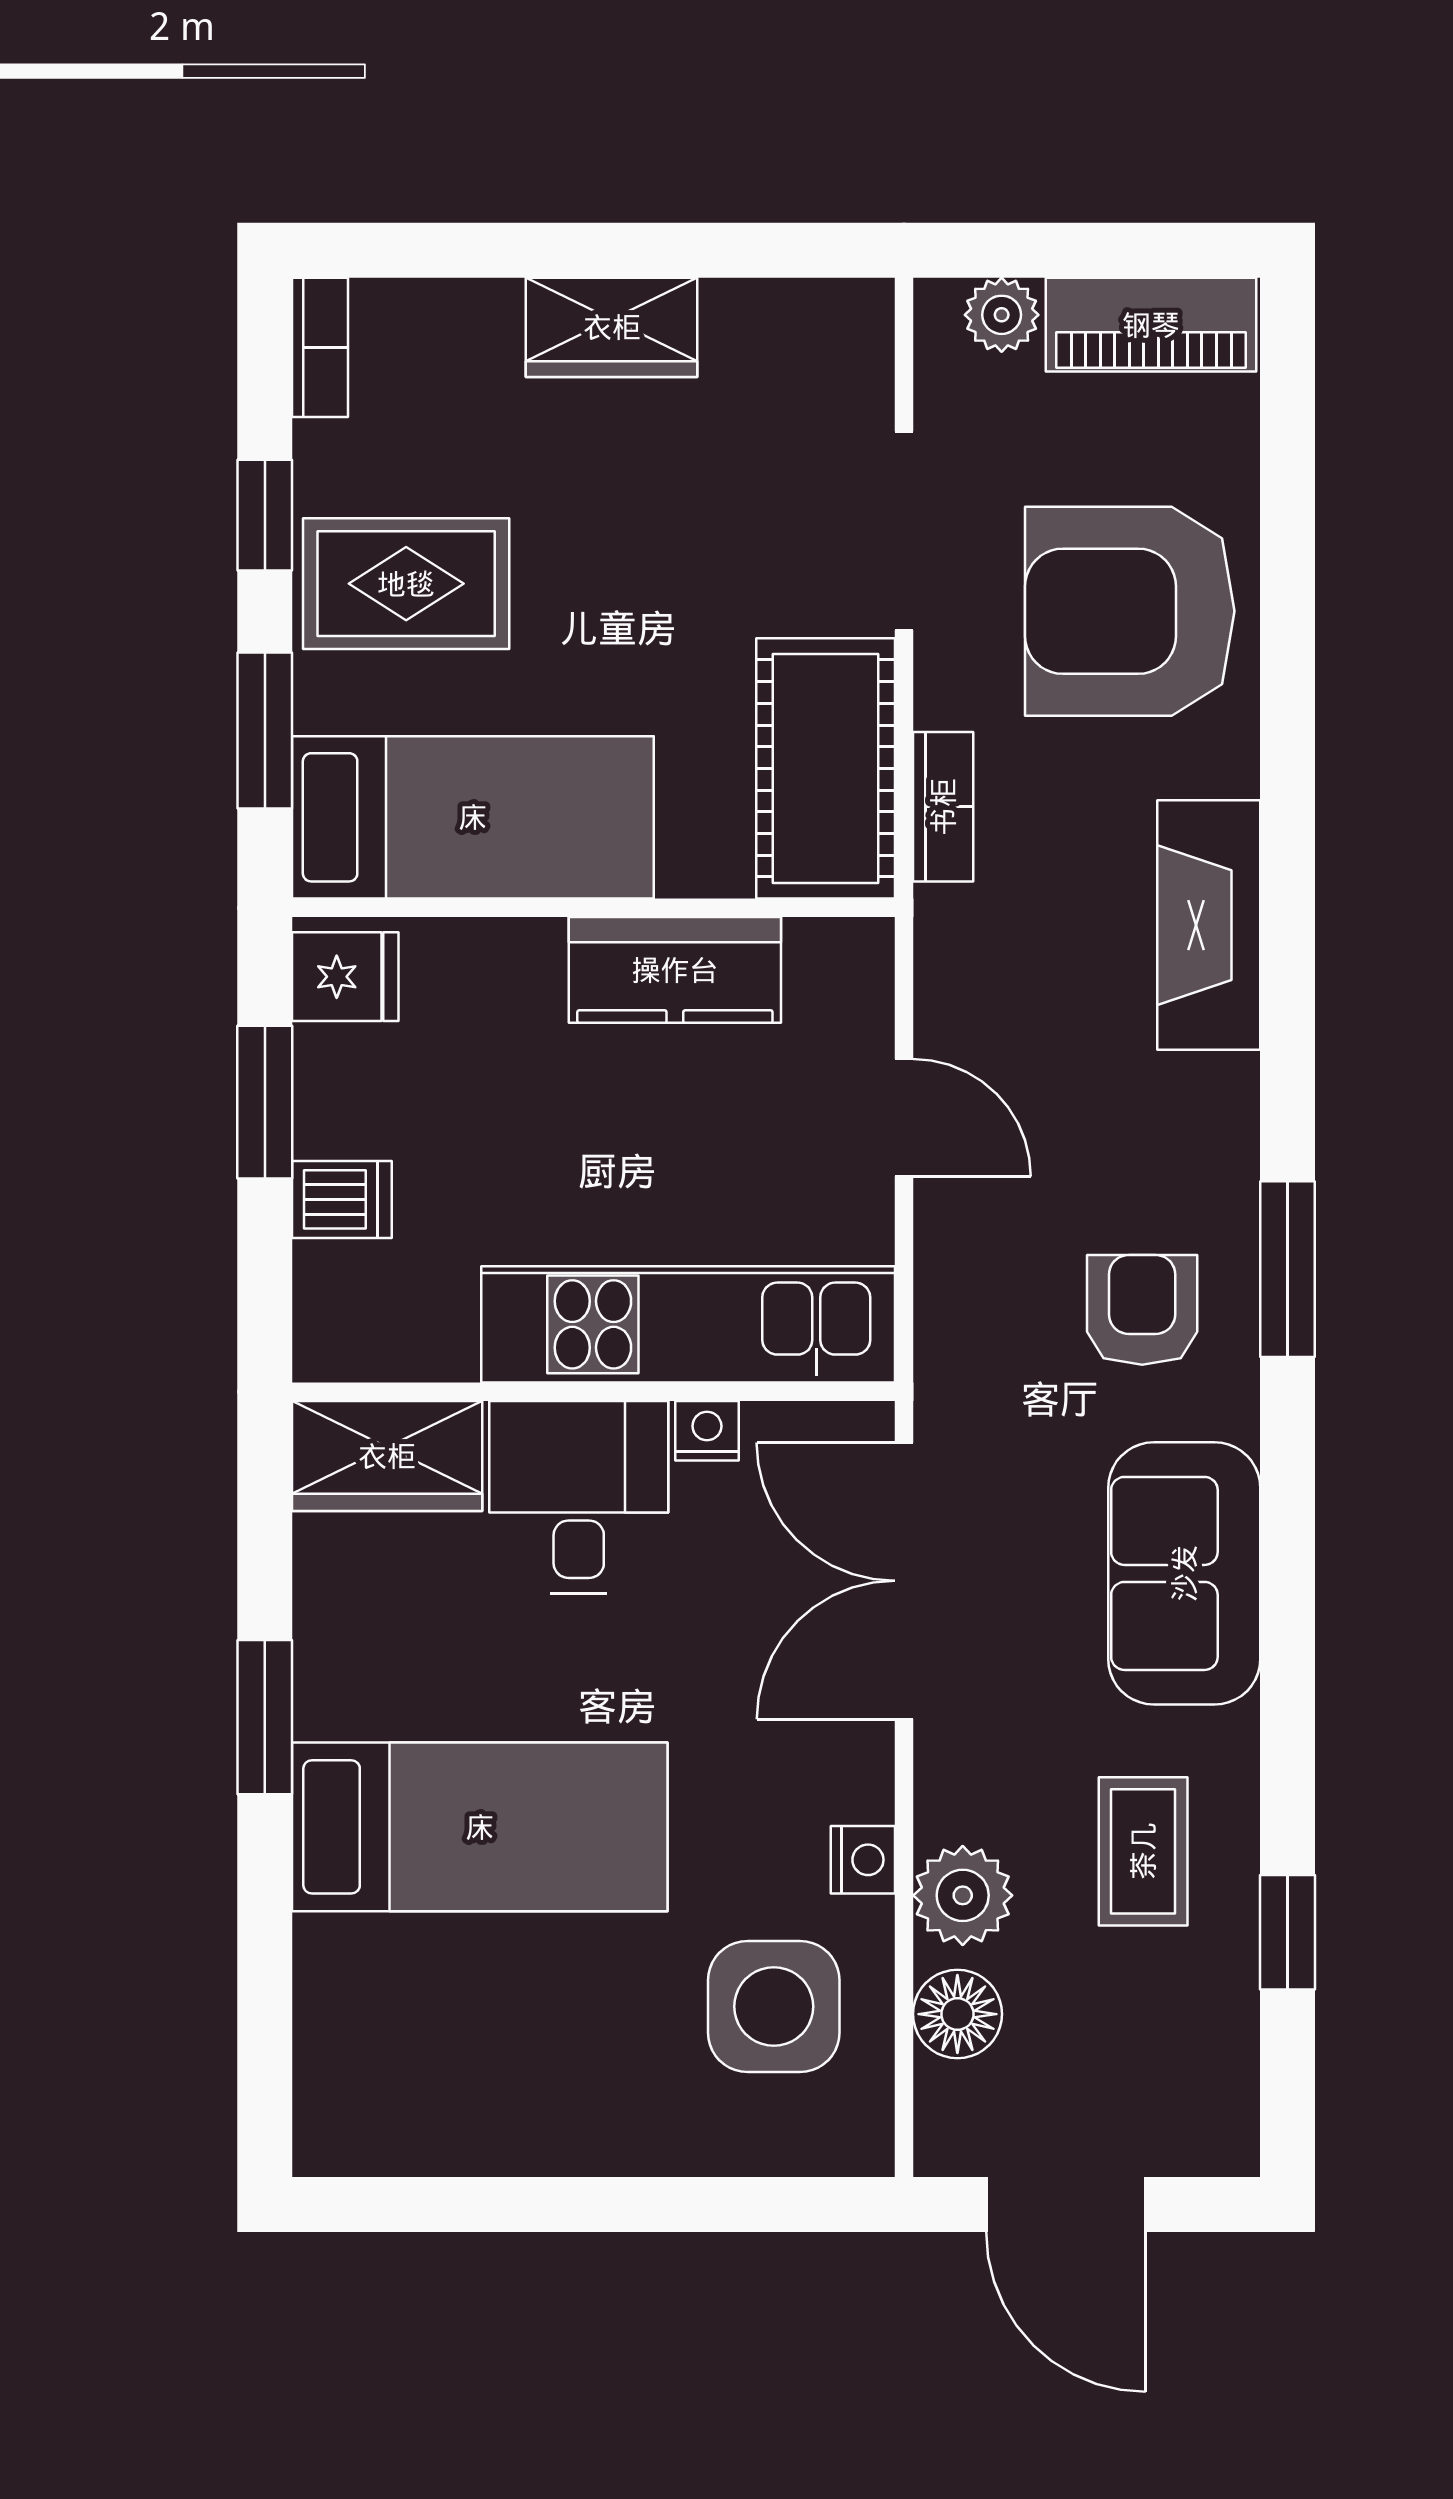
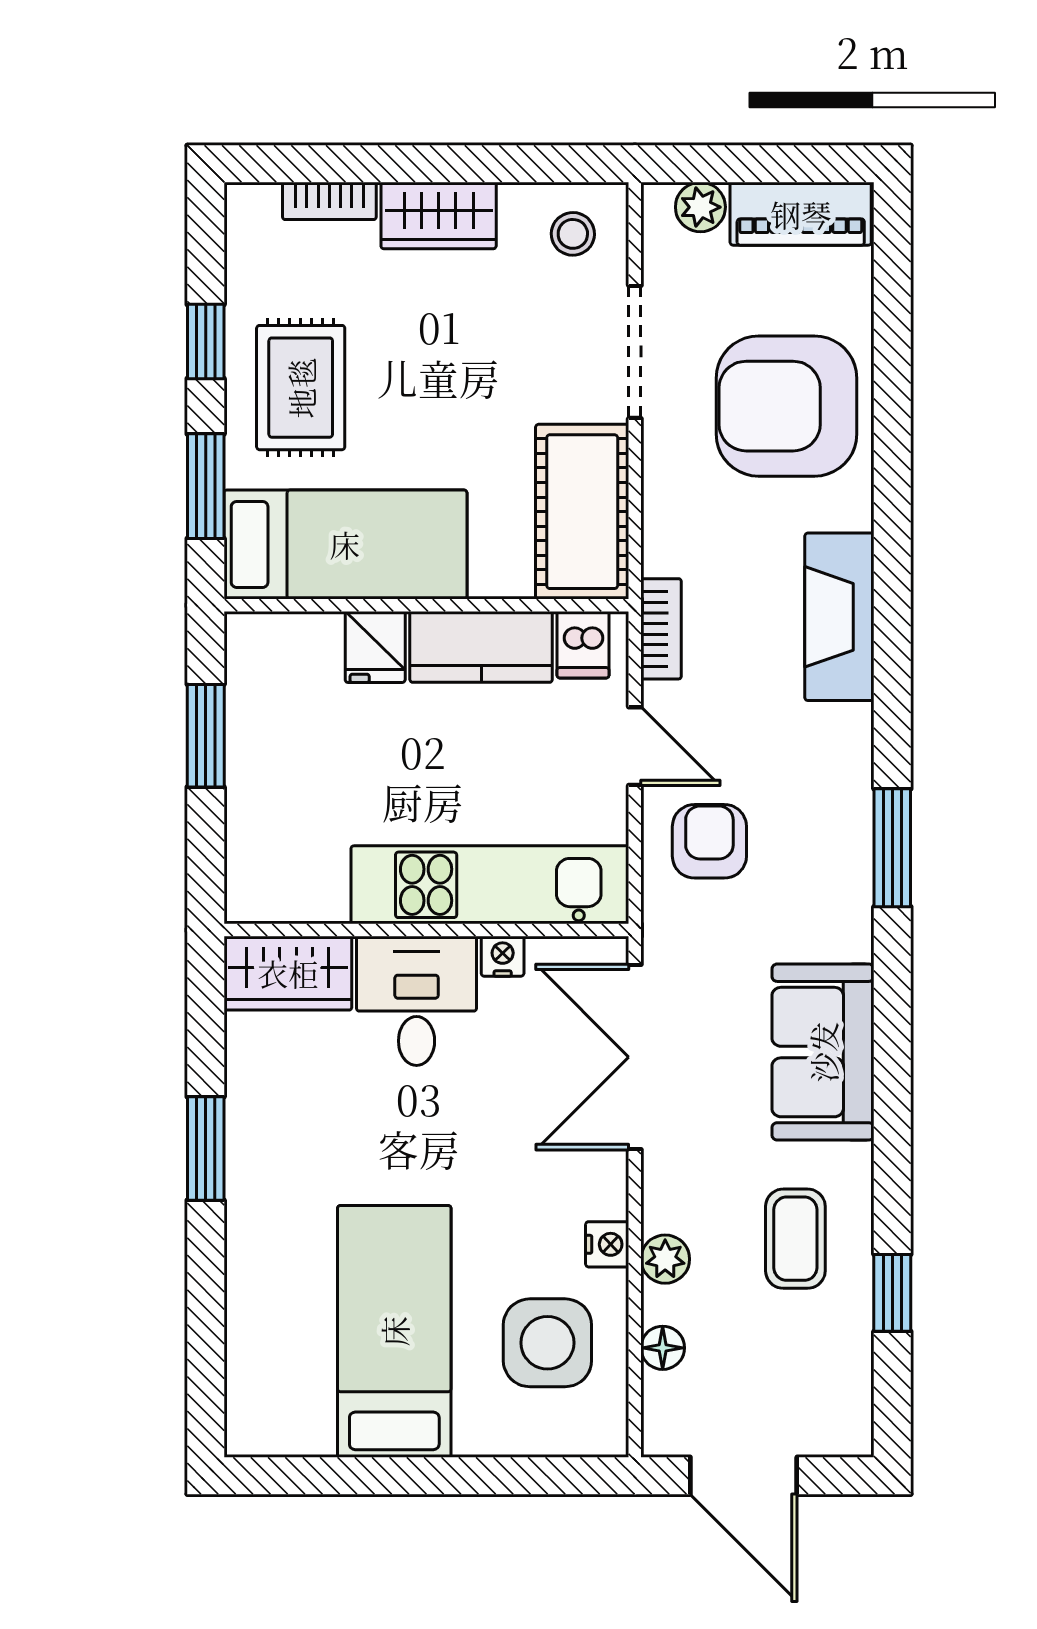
bookcase: (320, 347) -> (329, 201), moved, turned 90
stool: (812, 355) -> (573, 234), added
rug: (406, 584) -> (301, 388), turned 90
bookcase: (943, 807) -> (661, 629), moved
fridge: (345, 977) -> (375, 647), moved, turned 90
dishwasher: (342, 1199) -> (583, 645), moved, turned 90
armchair: (1142, 1310) -> (709, 841), moved
bed: (480, 1827) -> (394, 1331), moved, turned -90
plant: (963, 1895) -> (665, 1259), width x0.73, depth x0.73
floor lamp: (957, 2014) -> (663, 1348), width x0.73, depth x0.73

